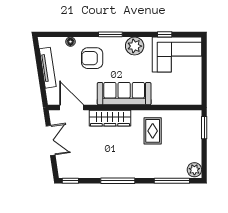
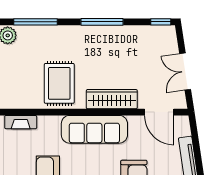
fireplace: (184, 99) -> (21, 122), added
rug: (153, 131) -> (59, 83), width x1.36, depth x1.43

